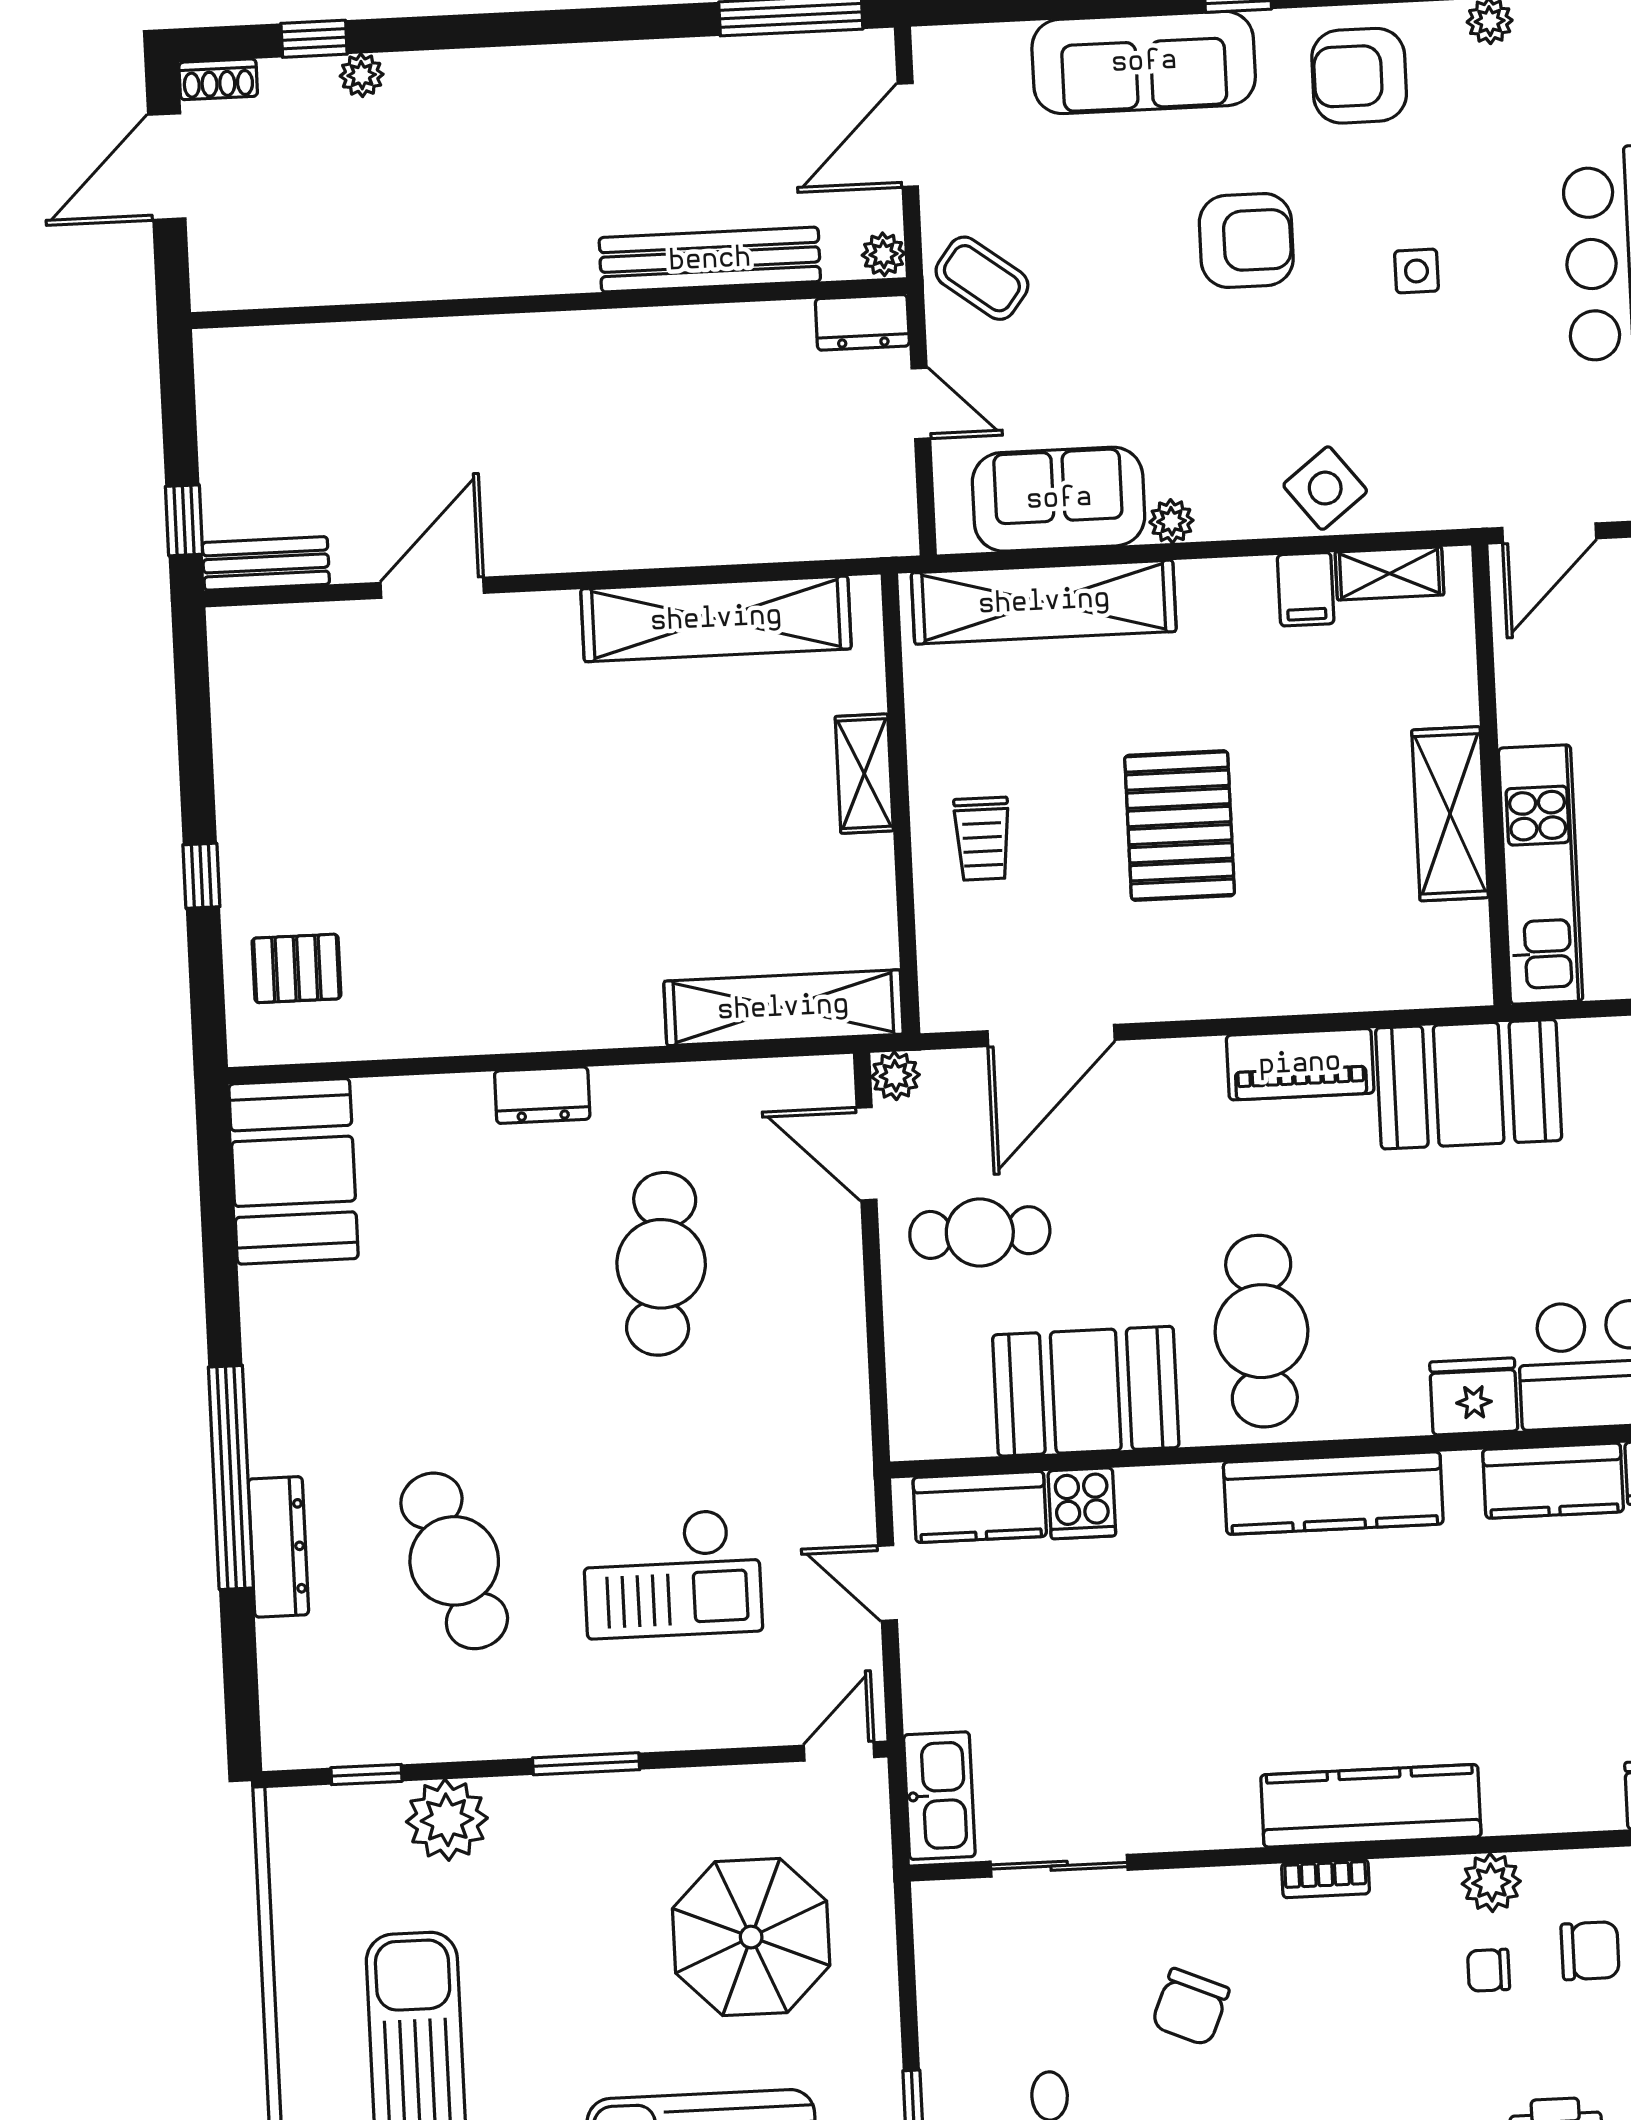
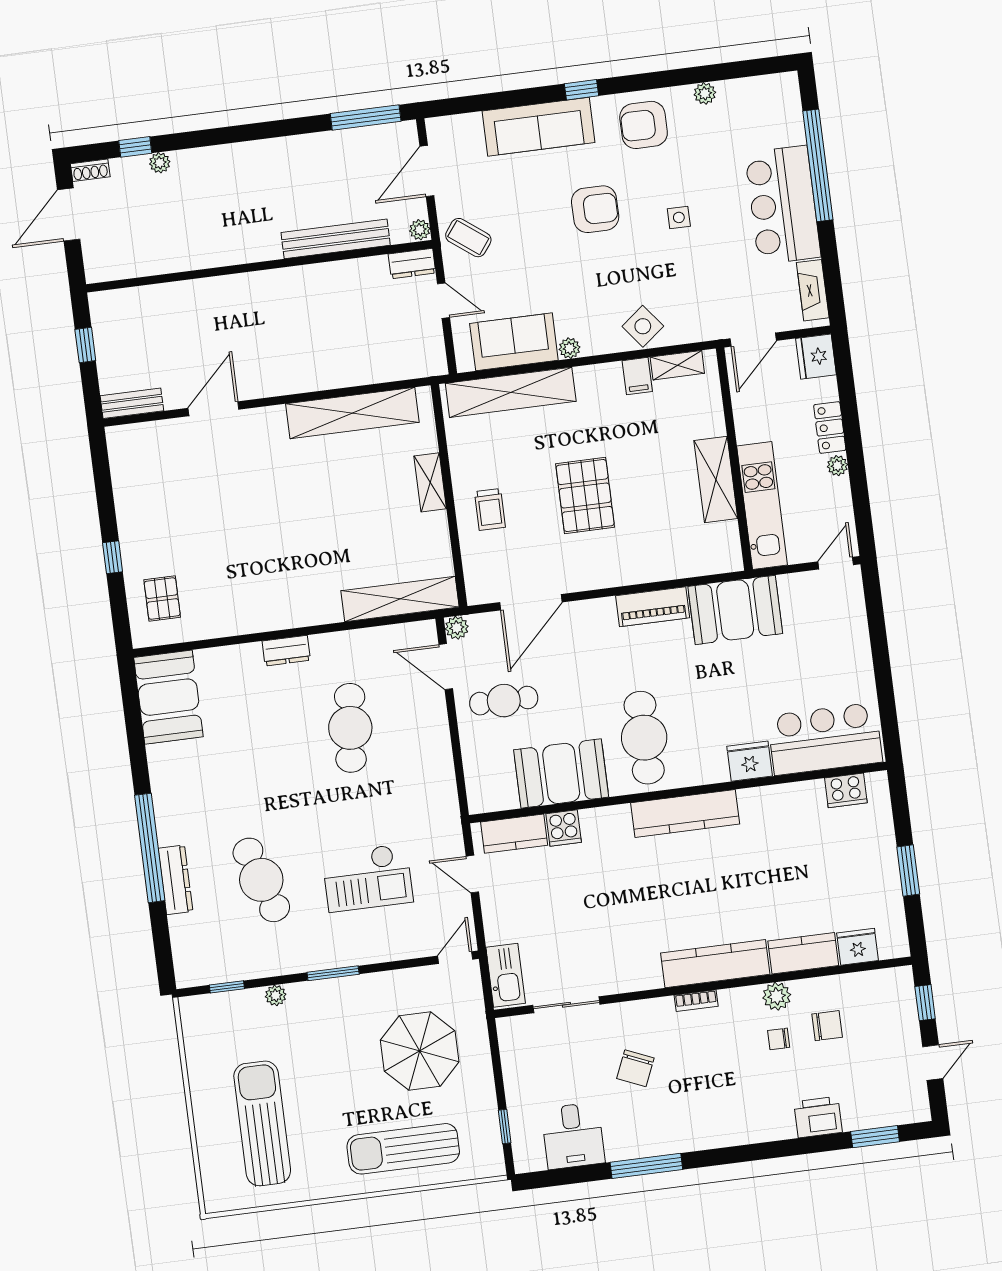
window: (184, 520) -> (85, 345), moved
pallet: (296, 968) -> (162, 599), turned 90
kitchen counter: (1553, 1481) -> (803, 953), moved, turned 180
plant: (447, 1820) -> (276, 995), width x0.53, depth x0.53

